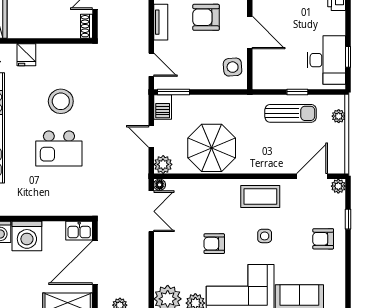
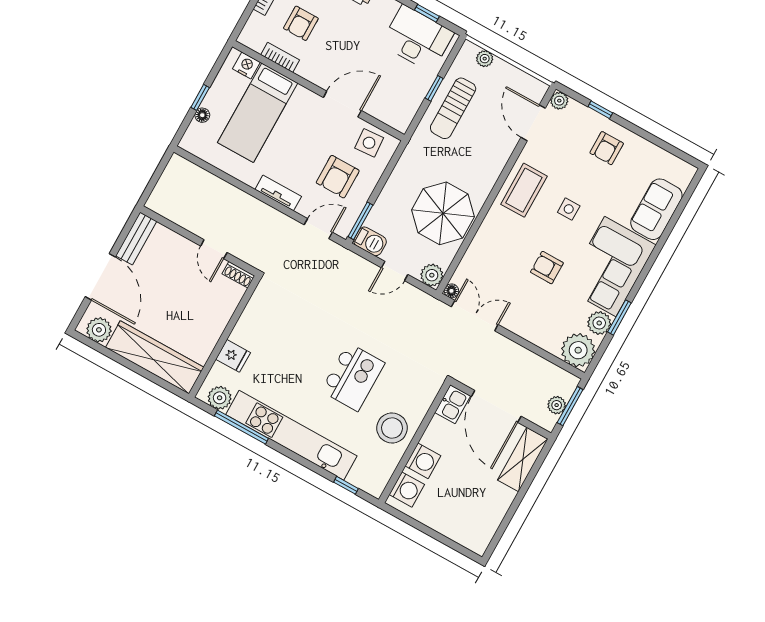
armchair: (206, 17) -> (338, 177), moved
stool: (61, 101) -> (392, 428), moved
sun lounger: (291, 113) -> (453, 108), turned 180
washing machine: (27, 236) -> (423, 461), width x0.73, depth x0.73
armchair: (214, 244) -> (547, 268), turned 90

